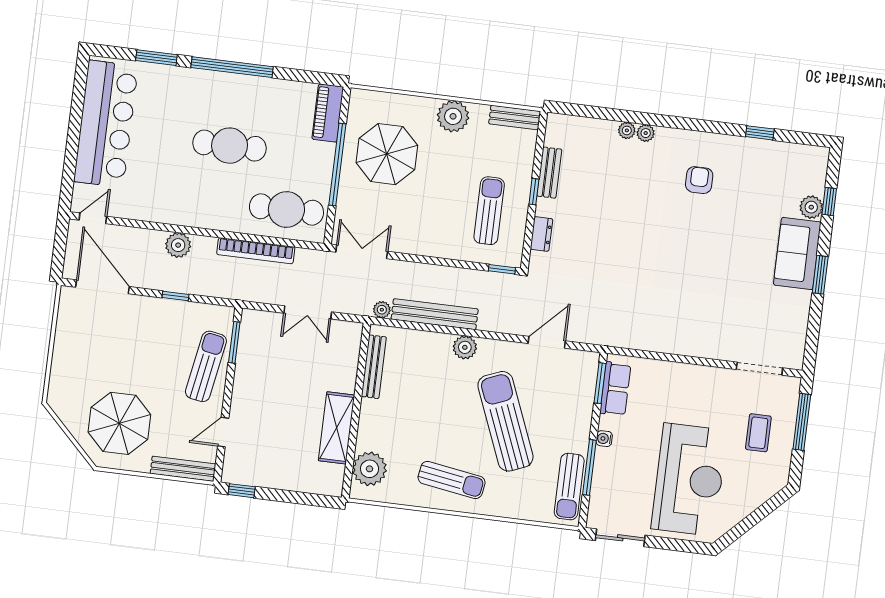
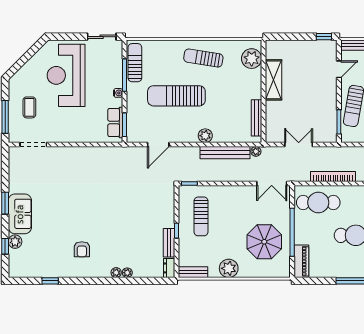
dresser: (541, 234) -> (169, 268), moved
sun lounger: (505, 421) -> (176, 96), turned 112

